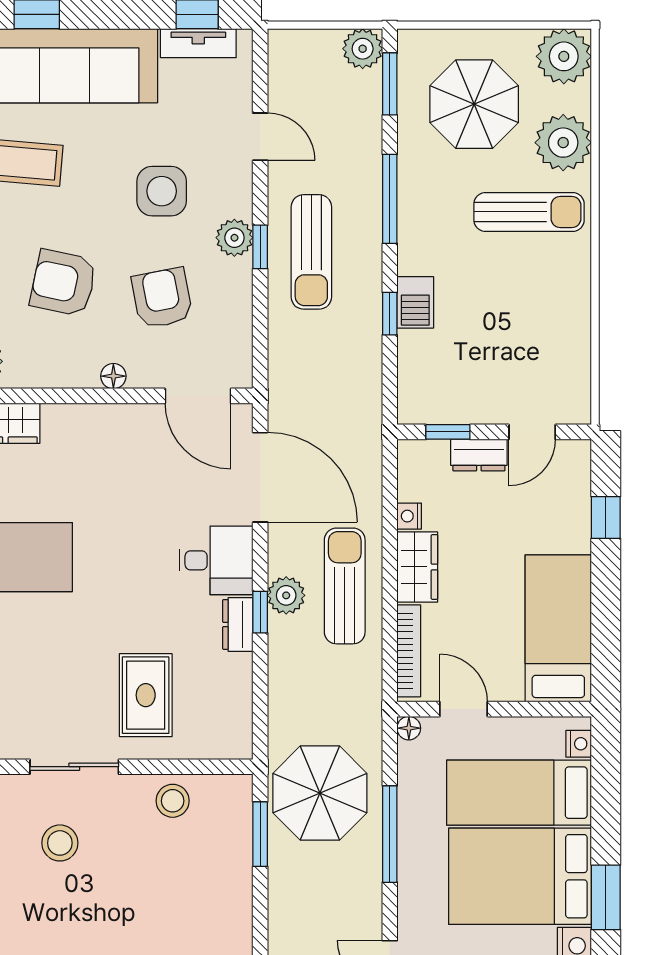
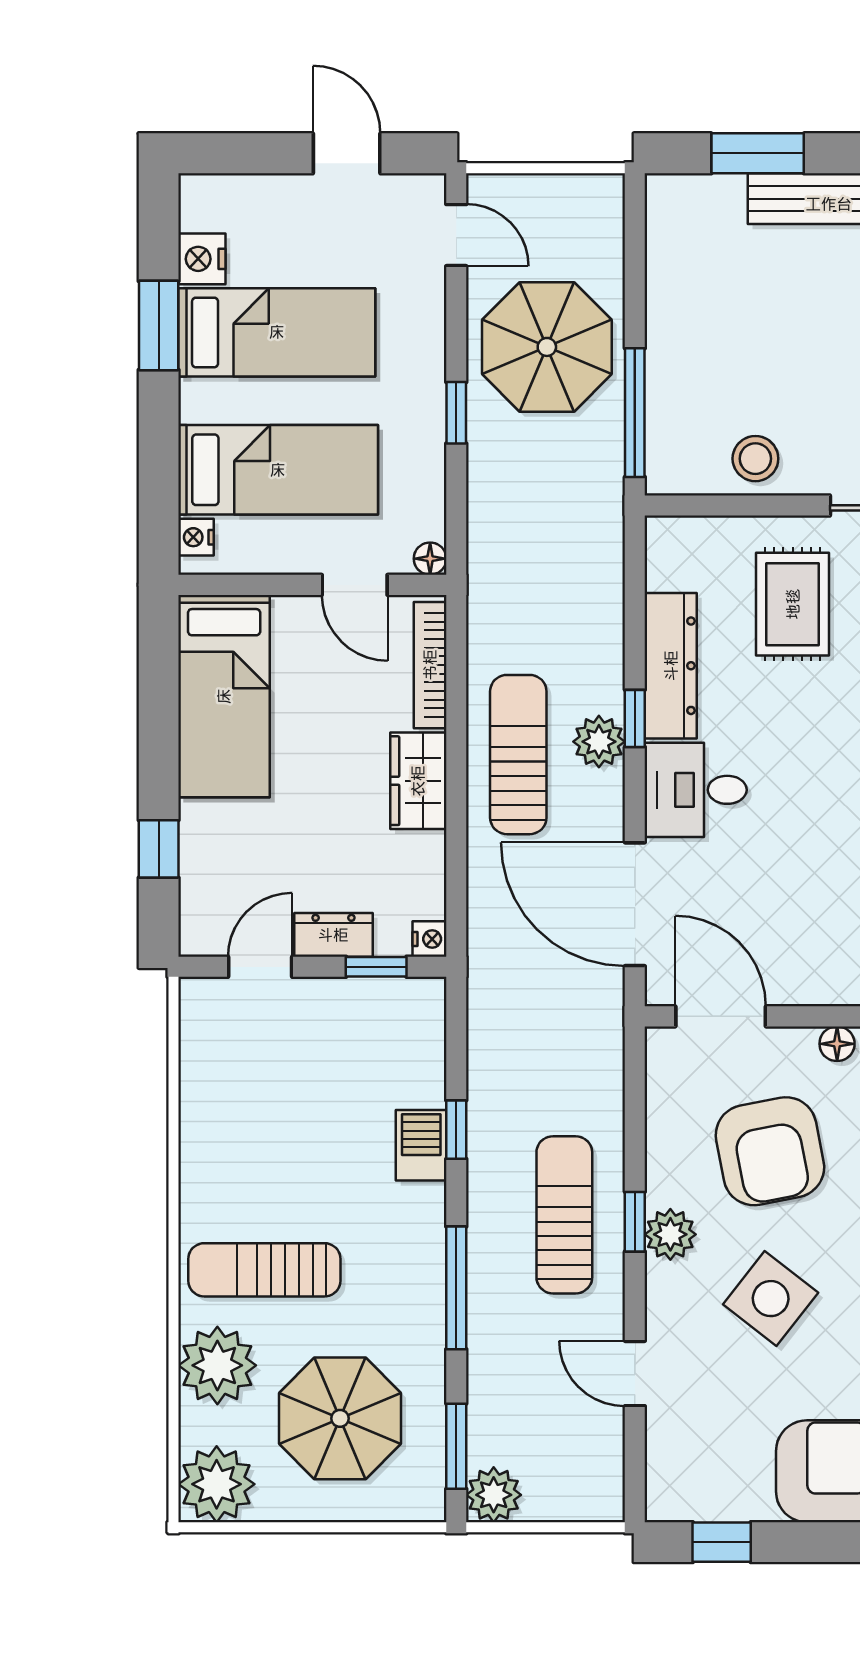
tv unit: (198, 43) -> (720, 1502), removed
side table: (162, 191) -> (771, 1299), turned 38
armchair: (162, 298) -> (770, 1151), width x1.36, depth x1.36
nightstand: (409, 516) -> (429, 939), moved
sun lounger: (345, 586) -> (518, 755), turned 180
dresser: (238, 624) -> (671, 666), width x1.96, depth x1.24
parasol: (320, 793) -> (547, 347), moved
window: (260, 834) -> (635, 413), width x1.44
window: (390, 834) -> (456, 413), width x0.46
bed: (520, 876) -> (277, 332), width x0.67

